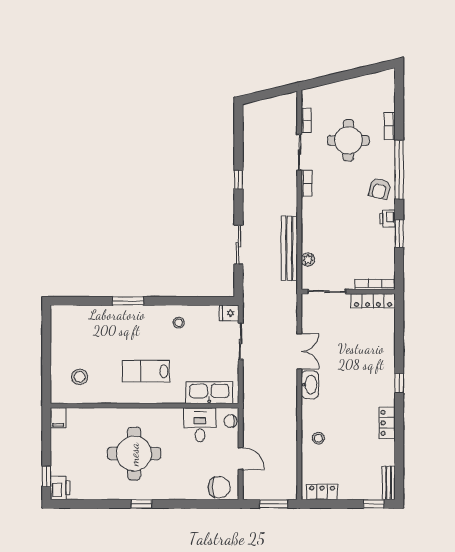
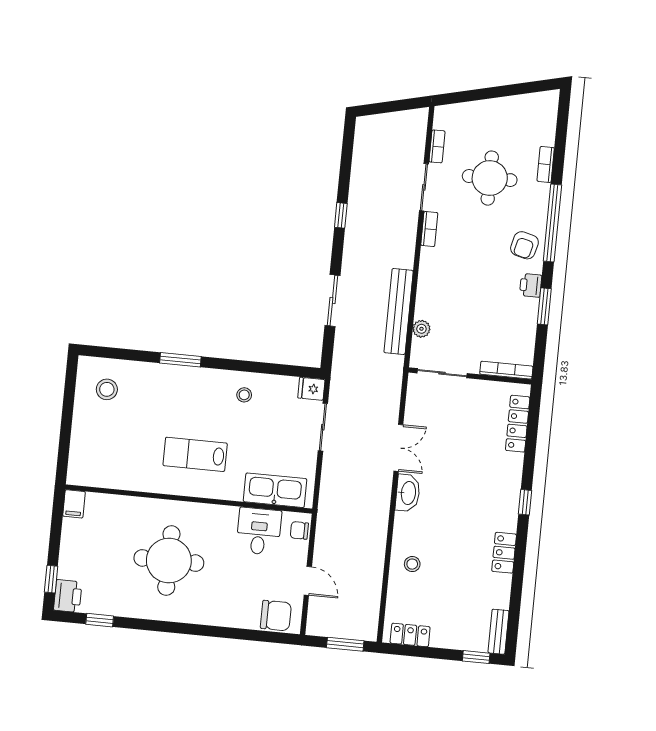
locker: (373, 301) -> (518, 424), moved, turned 90
stool: (80, 377) -> (107, 389), moved
window: (142, 504) -> (100, 620), moved

